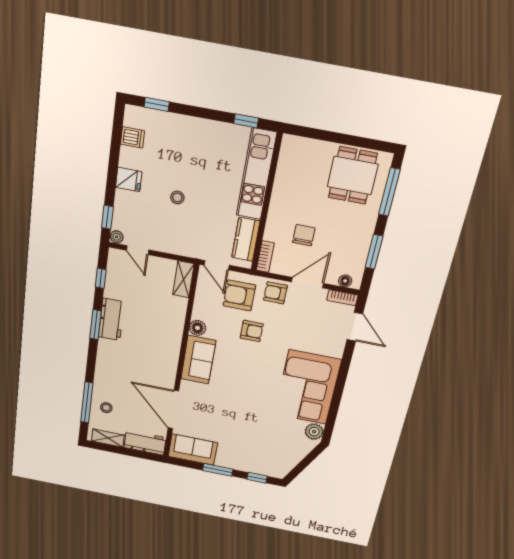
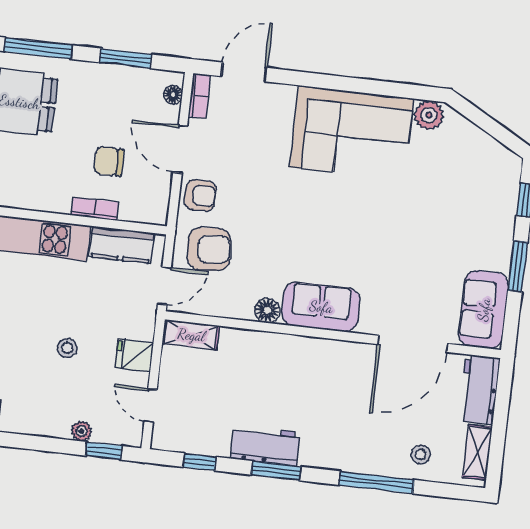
fridge: (129, 180) -> (134, 355), moved, turned -90
plant: (117, 237) -> (81, 431), moved
door: (137, 250) -> (151, 405), swing flipped
bookcase: (265, 257) -> (95, 209), moved
armchair: (275, 293) -> (200, 195), turned -90
armchair: (239, 295) -> (209, 249), turned -94
armchair: (252, 331) -> (265, 227), removed
window: (87, 402) -> (376, 482), moved

